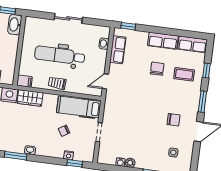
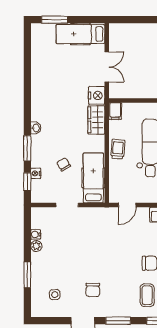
door: (105, 81) -> (127, 205), swing flipped
window: (16, 156) -> (27, 148), moved

